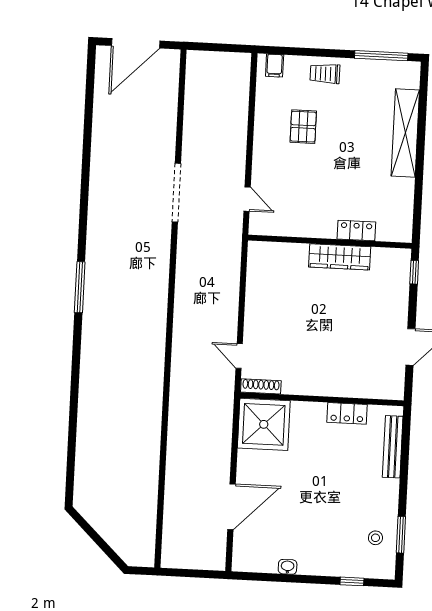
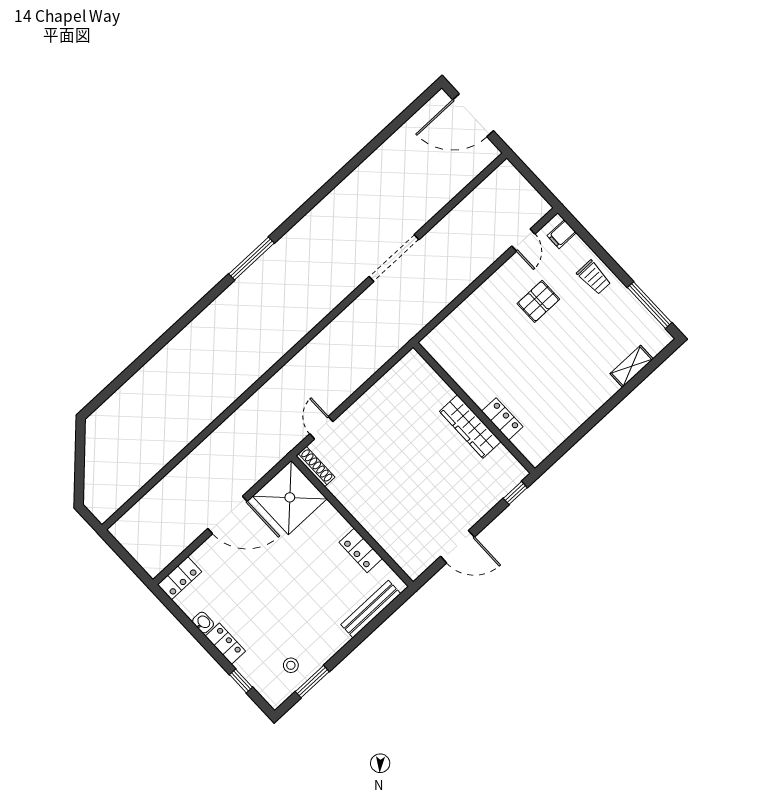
trolley: (325, 74) -> (594, 277), turned 180
shelving: (405, 133) -> (632, 366), width x0.45, depth x0.75
door: (247, 199) -> (523, 240), moved
door: (231, 507) -> (228, 515), moved
locker: (242, 552) -> (179, 578), added
locker: (317, 566) -> (225, 644), added

